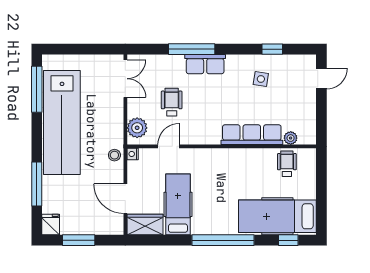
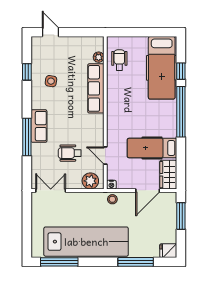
wheelchair: (287, 164) -> (119, 60), turned 90
window: (79, 240) -> (181, 216), moved
window: (288, 240) -> (181, 71), moved

